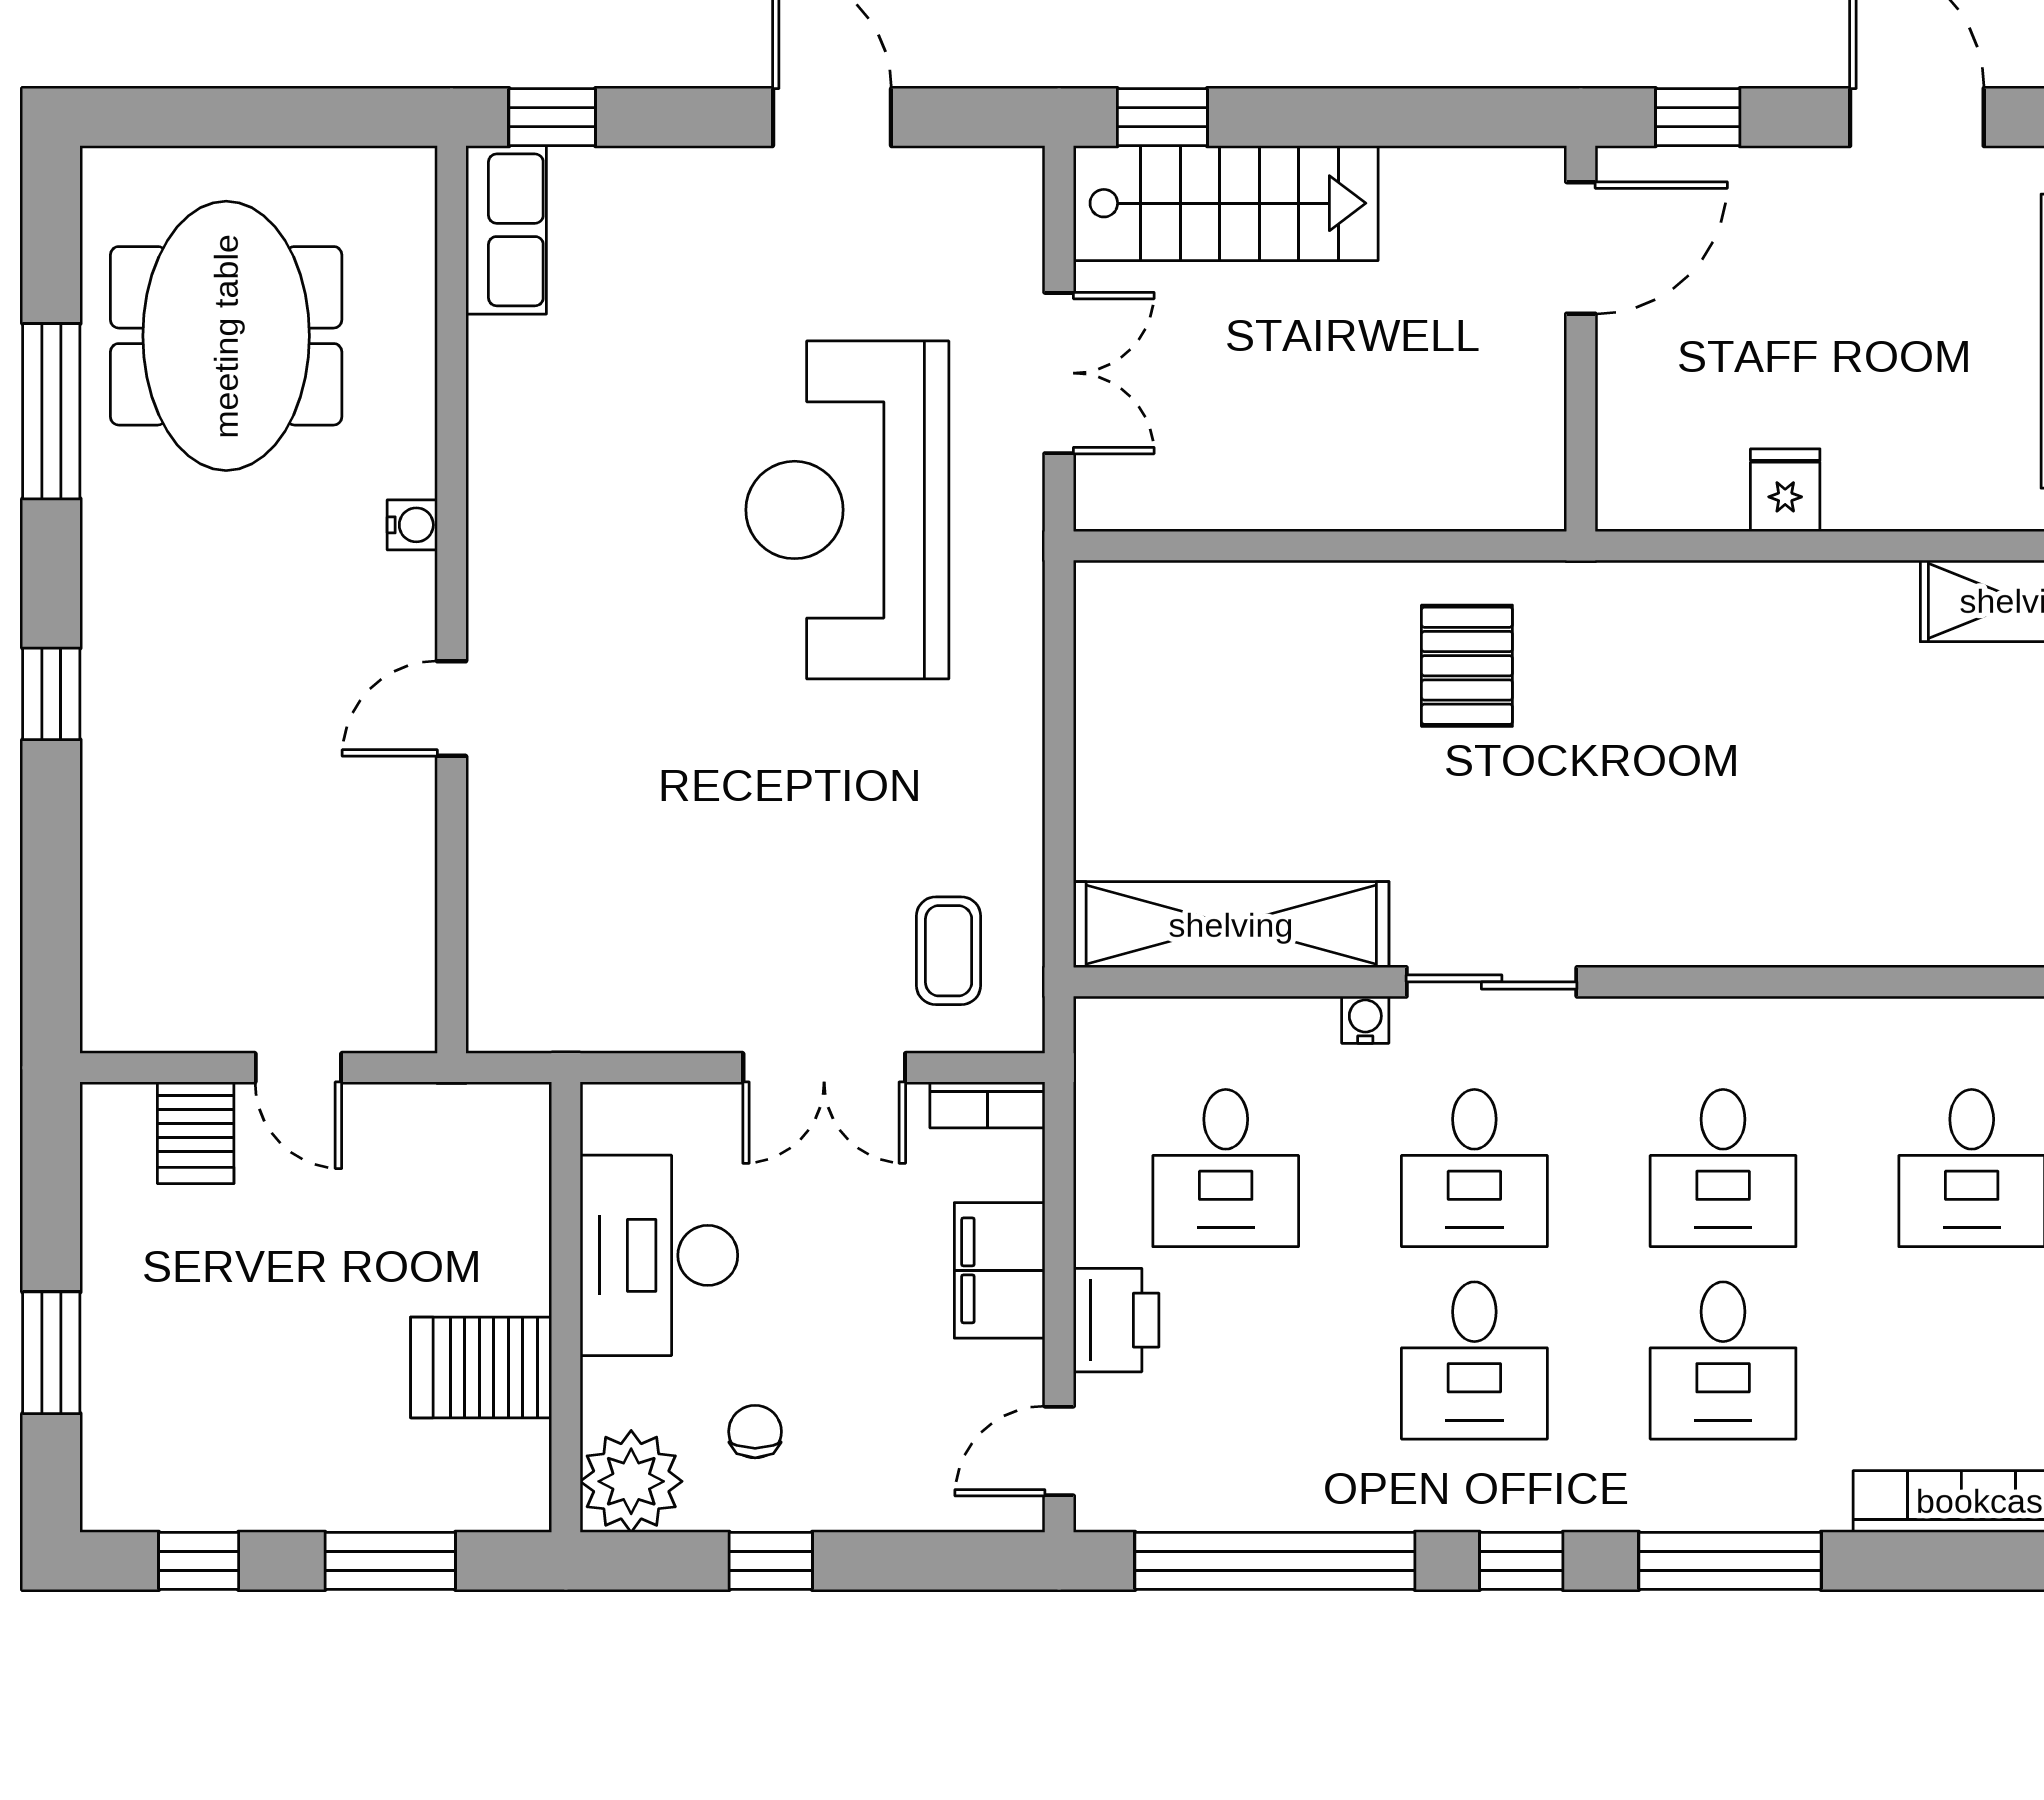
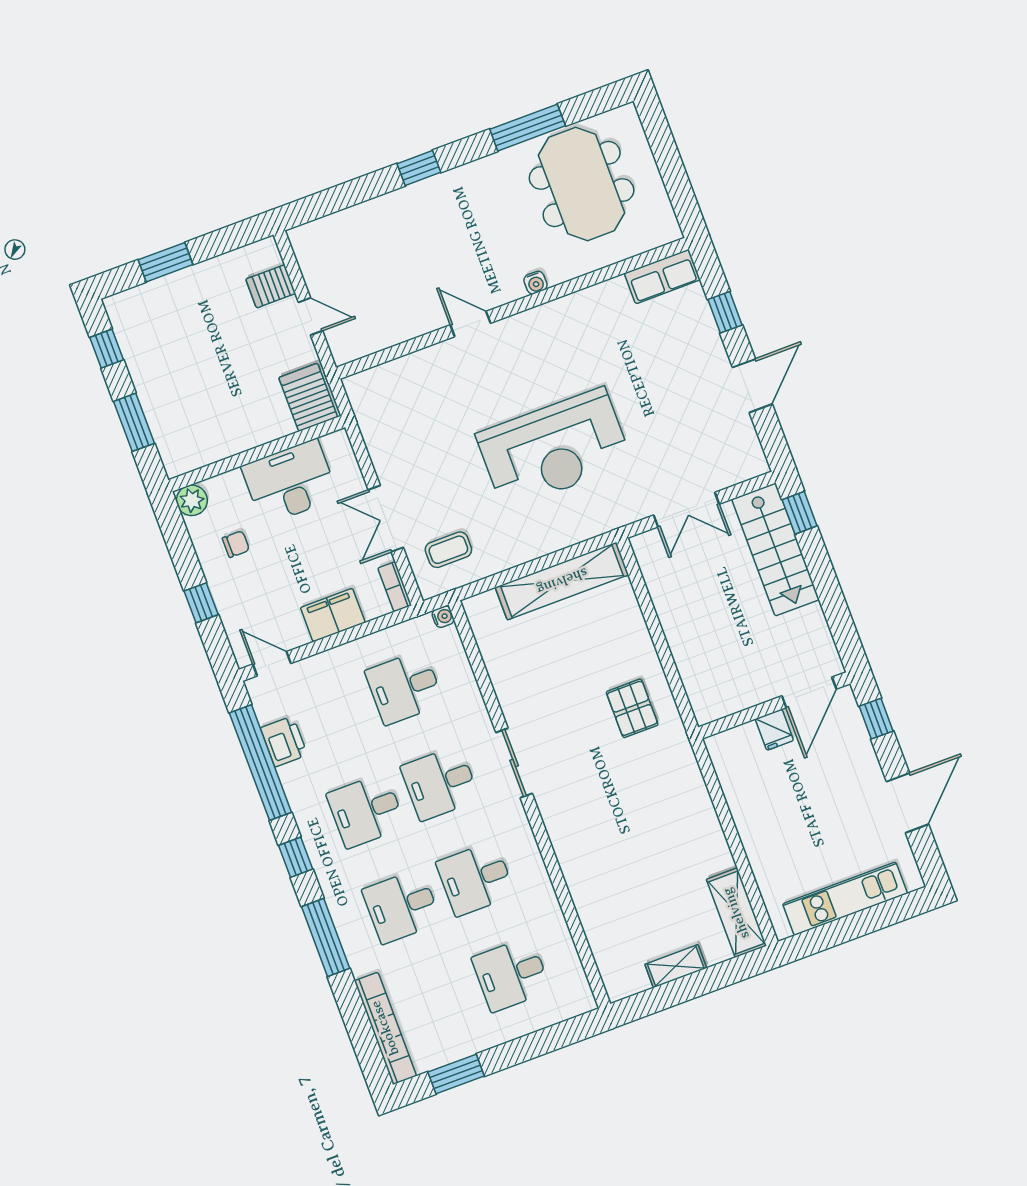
window: (552, 117) -> (725, 312), moved
door: (1581, 248) -> (809, 692), hinge flipped
meeting table: (226, 336) -> (582, 184), turned 90
fridge: (1785, 490) -> (774, 730), moved, turned 90
reception desk: (847, 510) -> (554, 449), moved, turned 180
pallet: (1467, 666) -> (632, 708), turned 90
shelving: (1231, 925) -> (562, 581), moved, turned 90
water cooler: (1365, 1020) -> (443, 617), moved
door: (298, 1068) -> (310, 316), swing flipped
printer: (1116, 1320) -> (284, 741), moved, turned -90
server rack: (481, 1367) -> (308, 397), moved
plant: (631, 1481) -> (192, 500), width x0.73, depth x0.73
window: (771, 1561) -> (201, 603), moved

